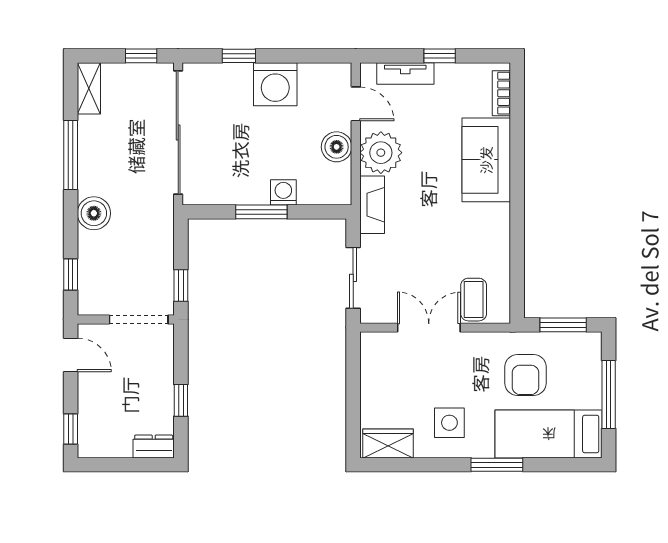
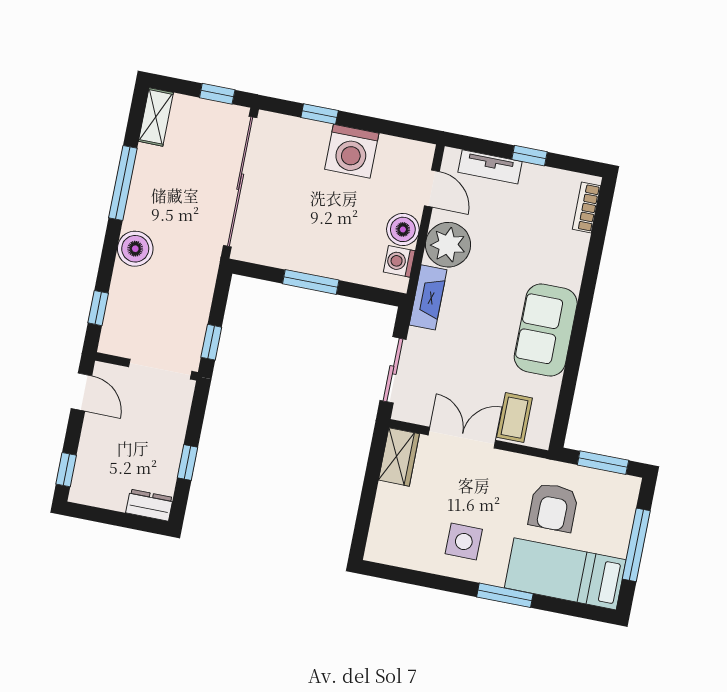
sofa: (486, 160) -> (546, 330), moved
washing machine: (283, 192) -> (399, 261), moved, turned -90
wardrobe: (388, 443) -> (399, 457), moved, turned 90

